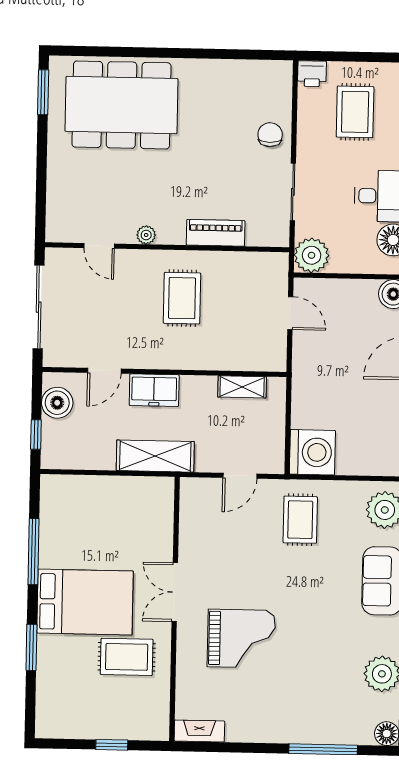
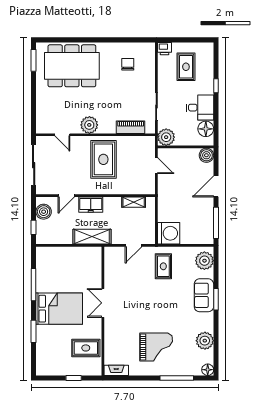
chair: (270, 135) -> (128, 64), moved
piano: (216, 233) -> (131, 127), moved
plant: (146, 235) -> (89, 125), width x1.88, depth x1.88
rug: (182, 298) -> (103, 159), width x1.36, depth x1.43
grand piano: (241, 639) -> (156, 347), moved
rug: (127, 657) -> (86, 348), moved

